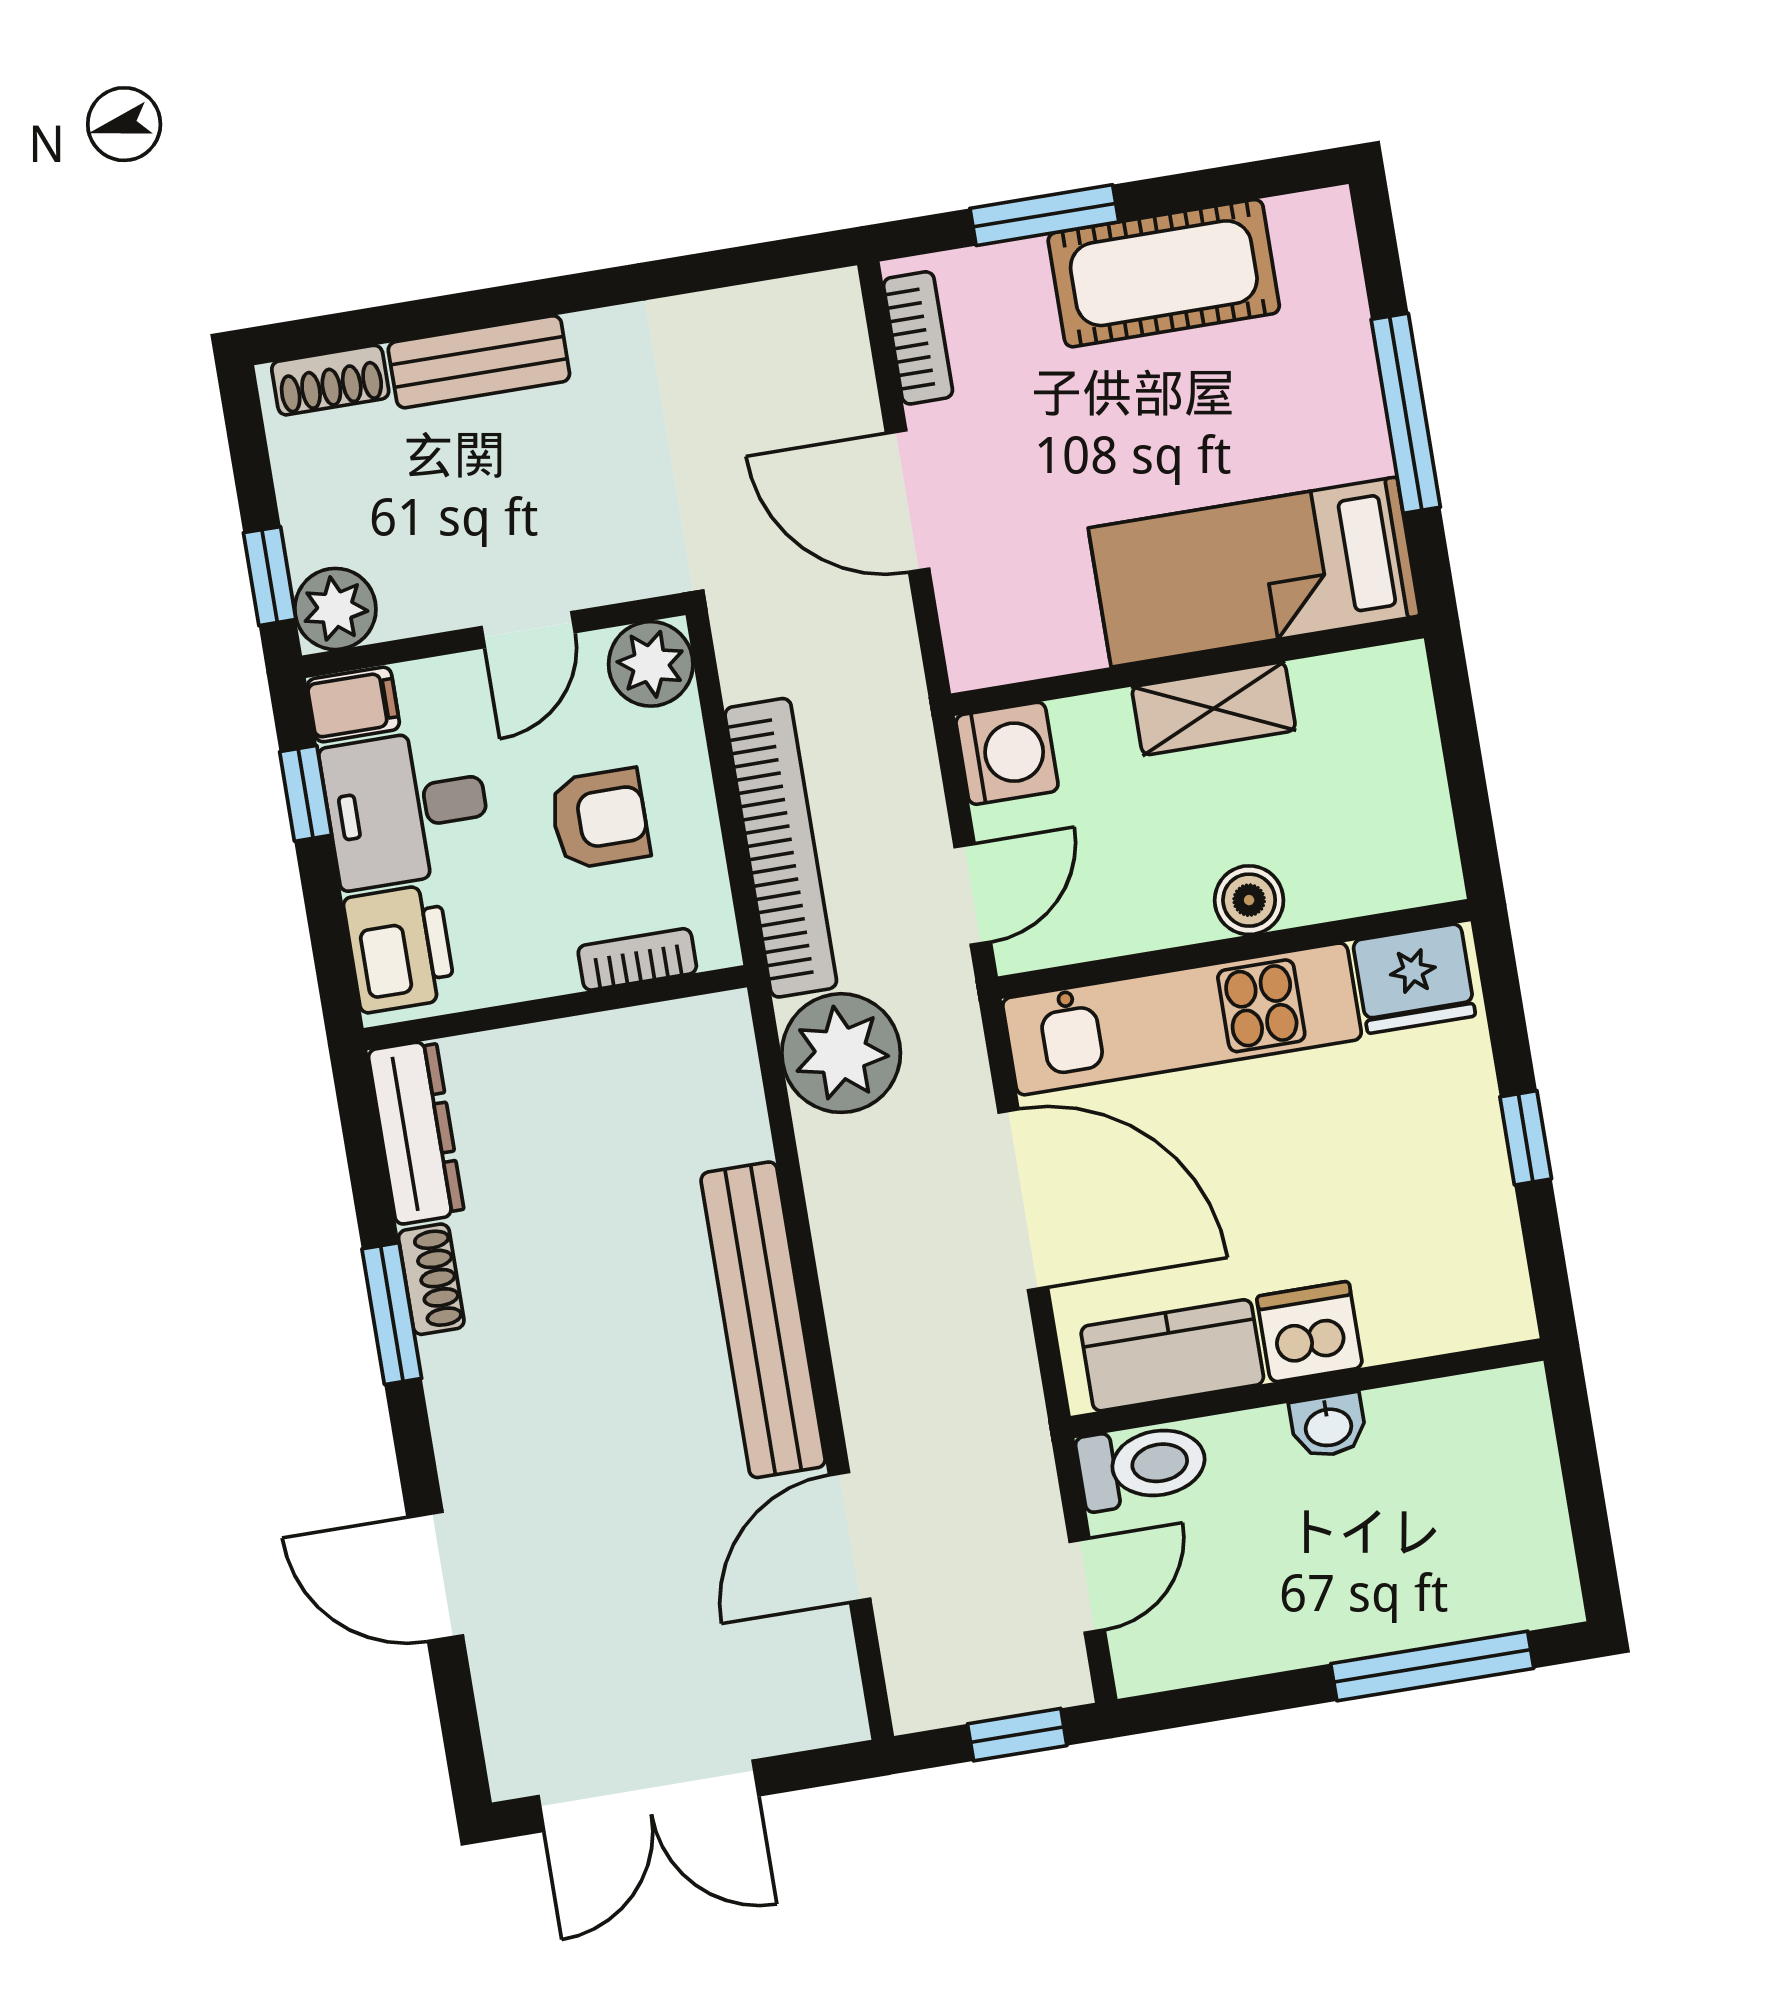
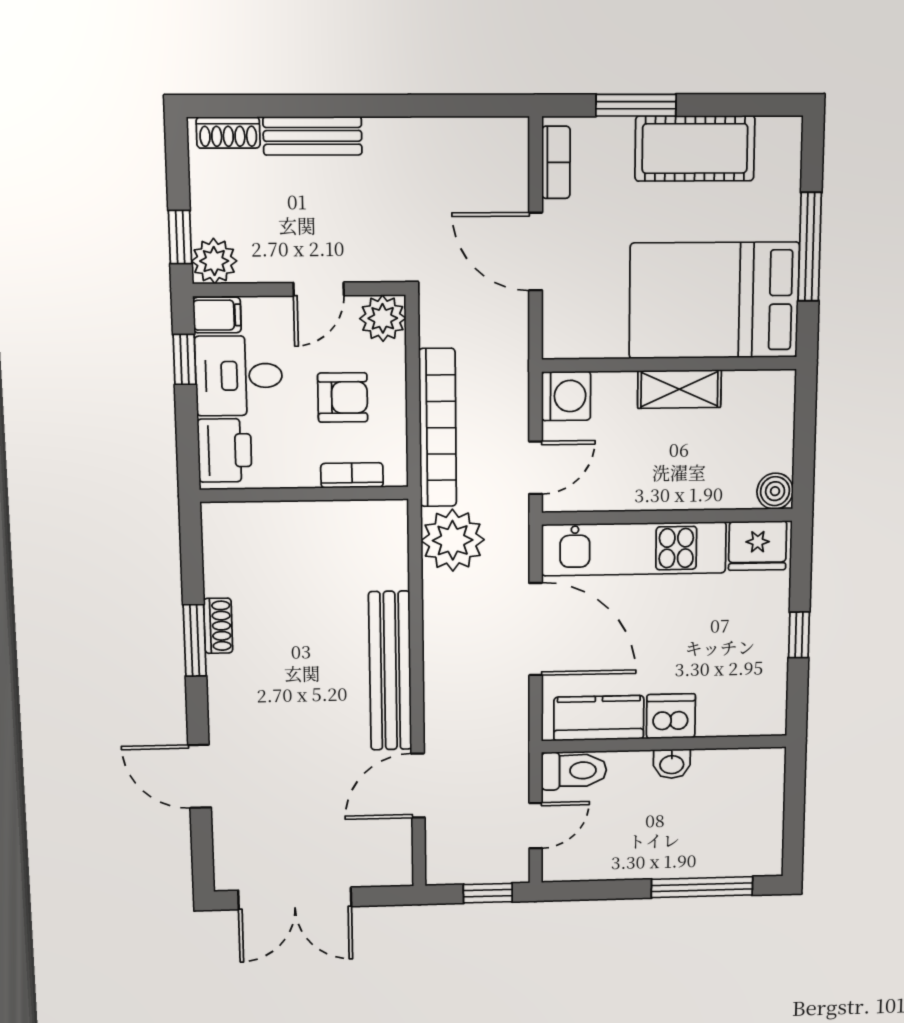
bed: (1254, 572) -> (714, 300), width x1.50
boiler: (1249, 900) -> (775, 491), moved
dresser: (416, 1132) -> (220, 548), removed

